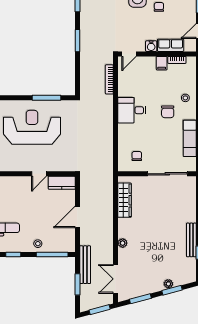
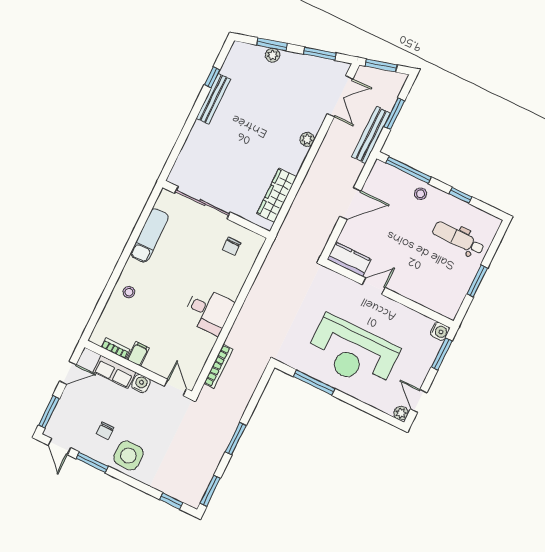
door: (129, 54) -> (175, 387), hinge flipped
chair: (168, 112) -> (162, 285), removed

